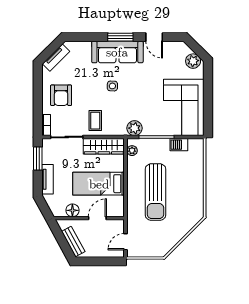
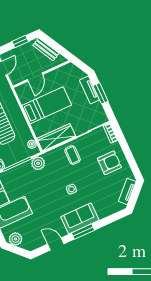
sofa: (117, 52) -> (80, 218), width x0.73
armchair: (61, 95) -> (109, 163), turned 90
window: (38, 159) -> (101, 93), moved
floor lamp: (72, 210) -> (58, 74), removed
window: (96, 261) -> (20, 42), added

